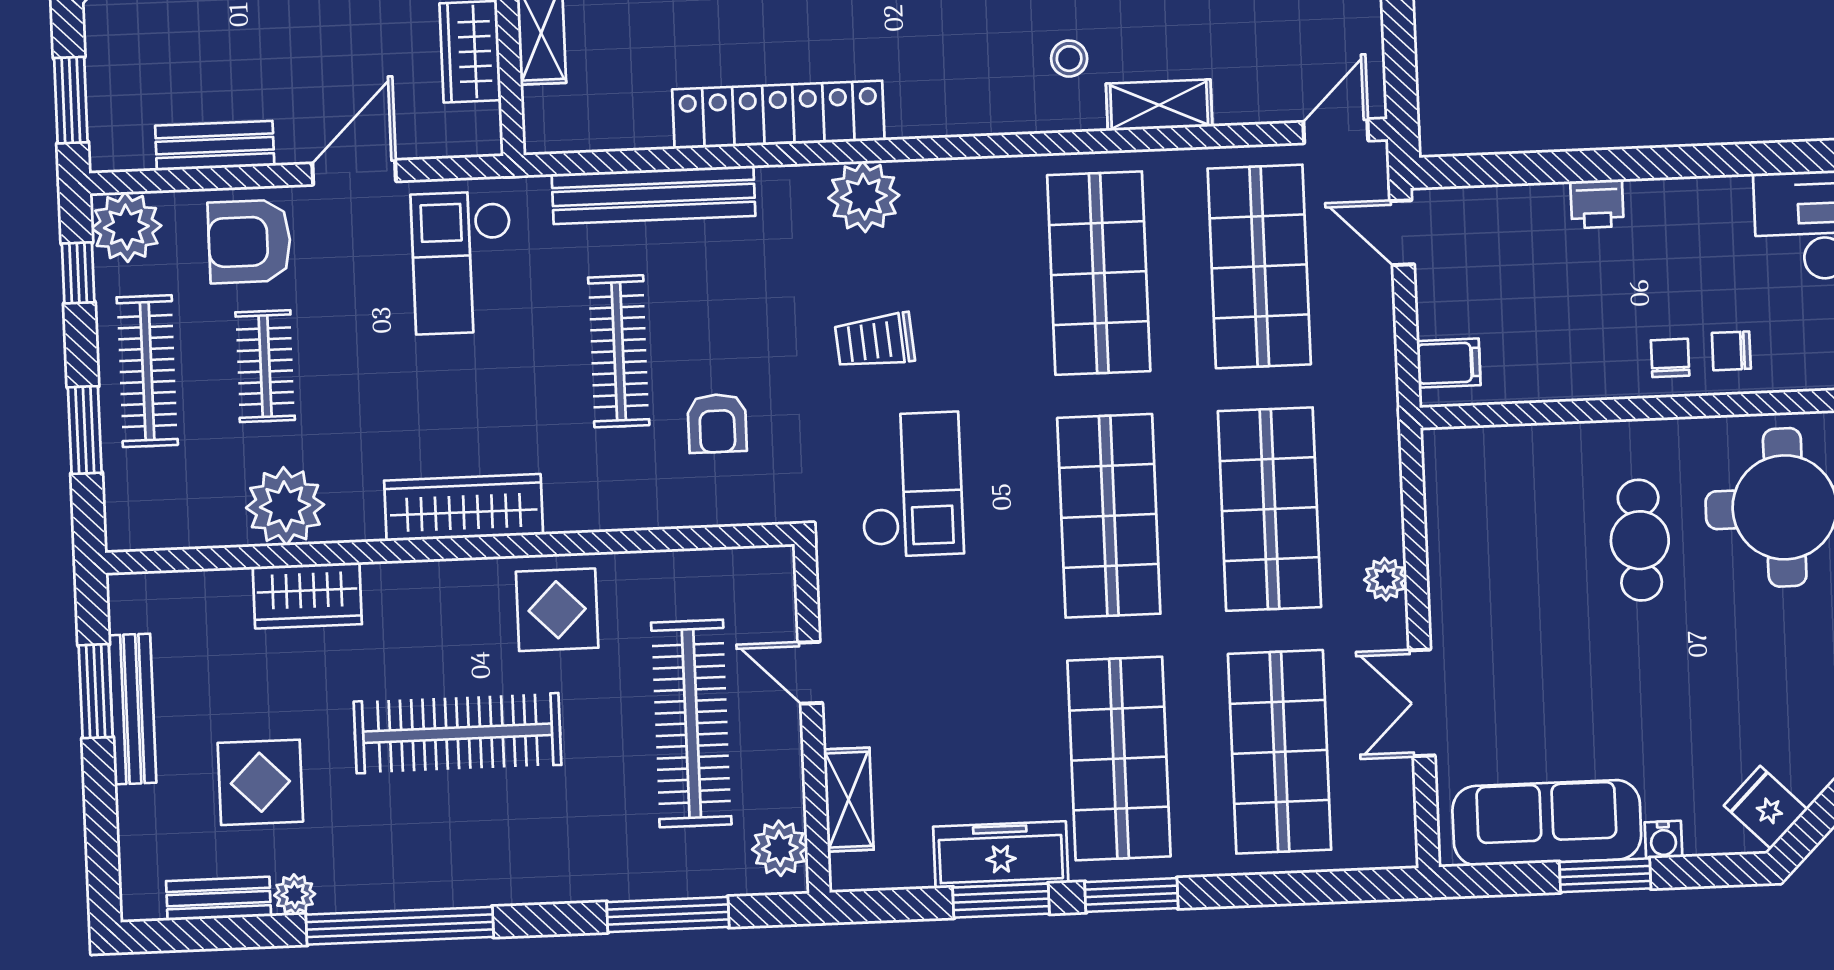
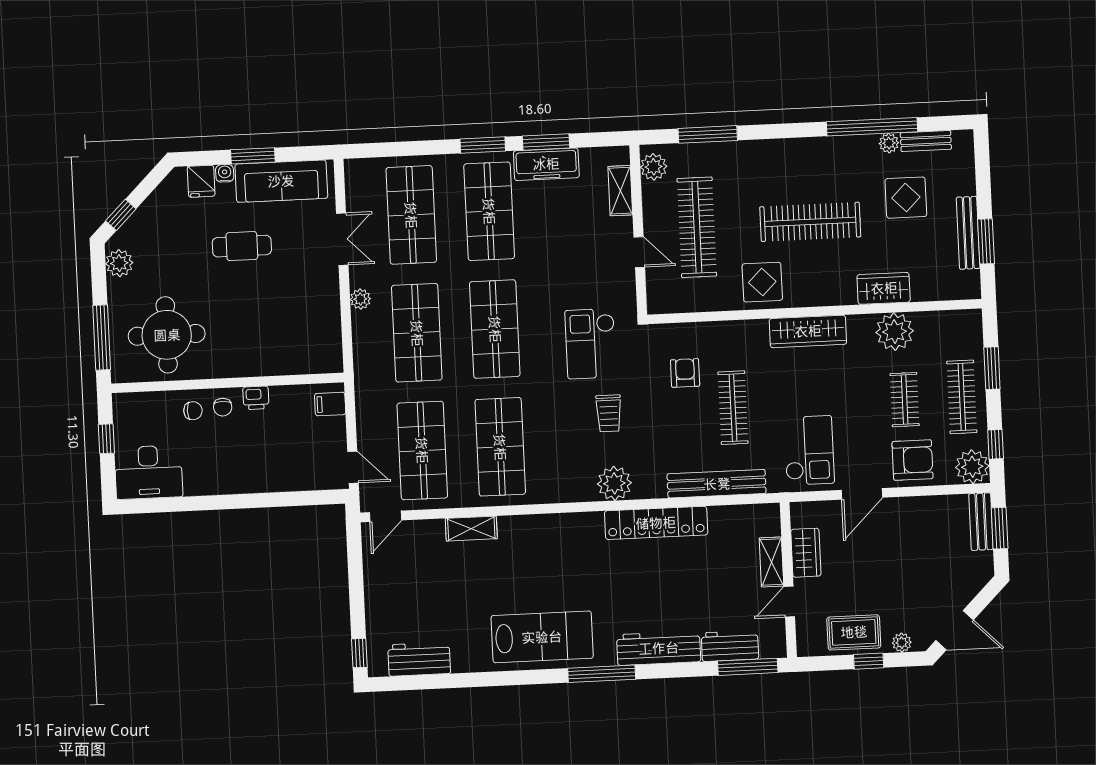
stool: (1069, 59) -> (515, 551), removed
bench: (215, 146) -> (981, 522), moved, turned 90
printer: (1597, 204) -> (256, 398), moved, turned 180
trolley: (875, 341) -> (609, 413), turned 95
cafe table: (1640, 540) -> (242, 246), moved, turned 90
fridge: (1766, 807) -> (201, 181), moved, turned 45
window: (400, 926) -> (872, 127), moved

